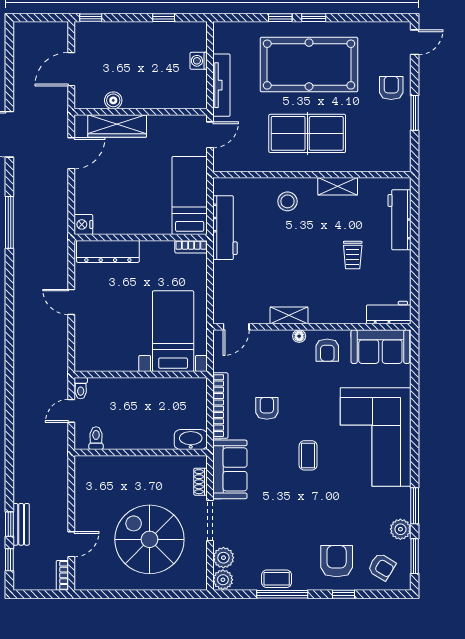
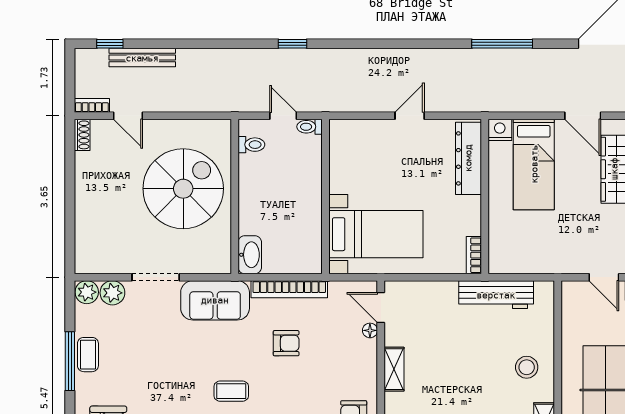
bed: (190, 195) -> (534, 164), moved, turned 90
floor lamp: (299, 336) -> (370, 330), moved
shoe rack: (201, 482) -> (82, 135), moved, turned 90
window: (9, 524) -> (293, 44), moved
bench: (21, 524) -> (142, 58), width x1.36
spiral stairs: (149, 539) -> (183, 189), moved

